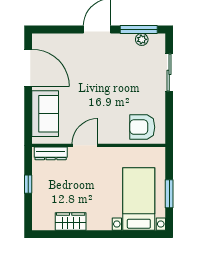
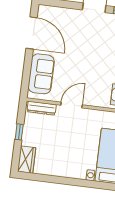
wardrobe: (71, 221) -> (27, 160), moved, turned 90

